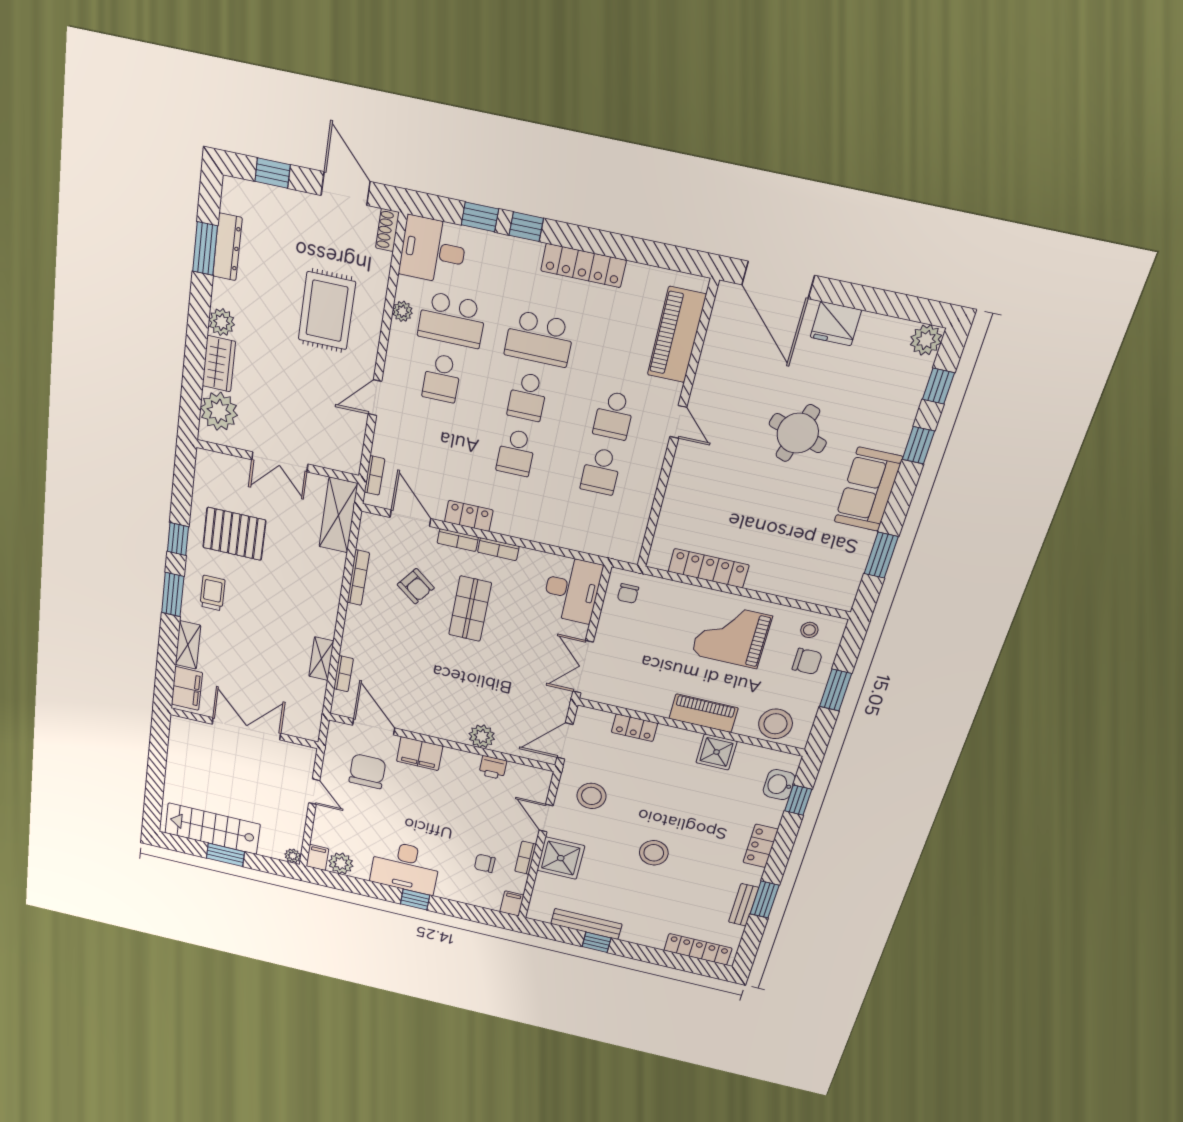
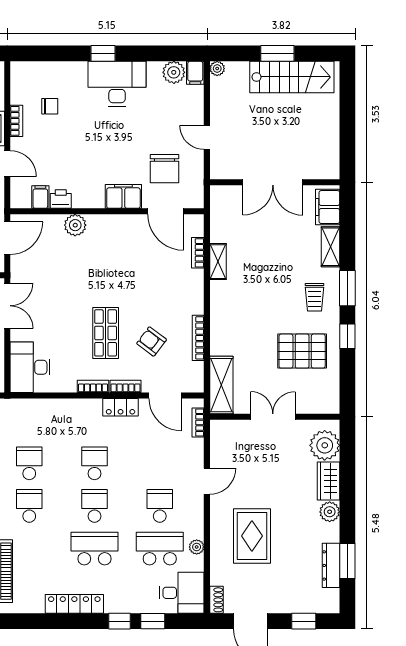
filing cabinet: (512, 903) -> (40, 197), moved, turned 180

